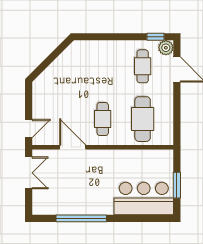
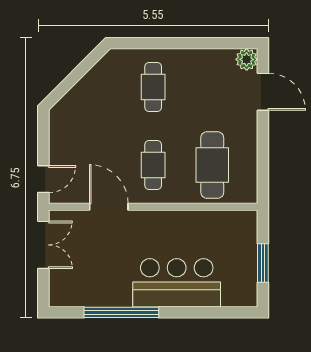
window: (156, 37) -> (231, 43), removed
cafe table: (143, 66) -> (153, 87), moved
bar counter: (144, 199) -> (177, 283), moved

